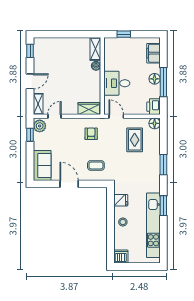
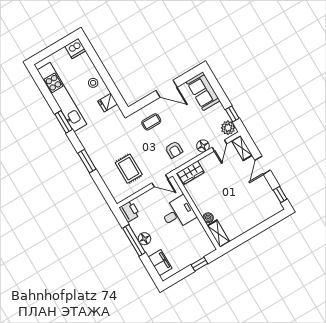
floor lamp: (155, 123) -> (203, 146), moved

